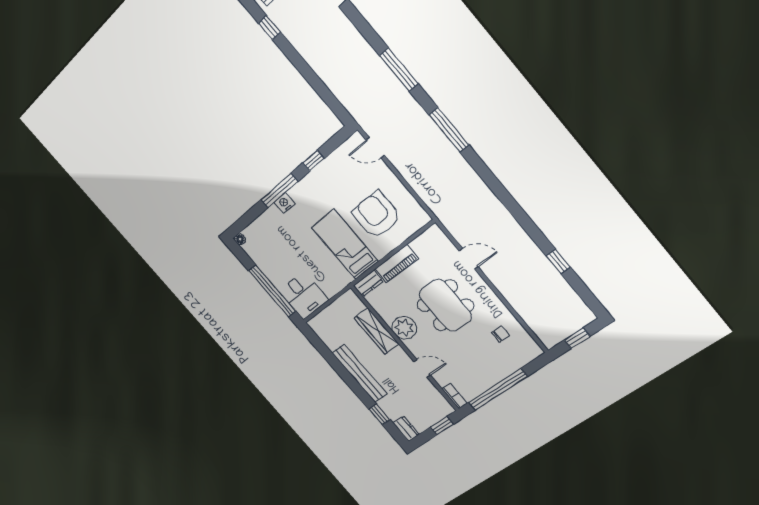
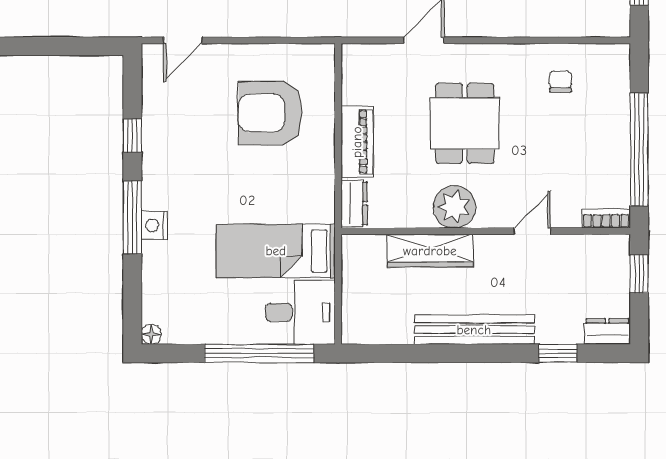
bed: (345, 244) -> (276, 251), moved
dining table: (445, 305) -> (465, 123), width x0.73

